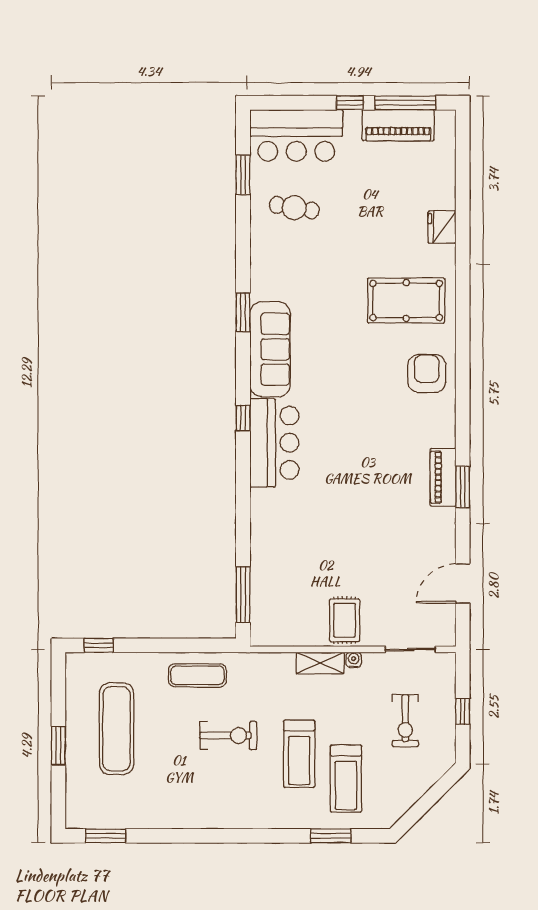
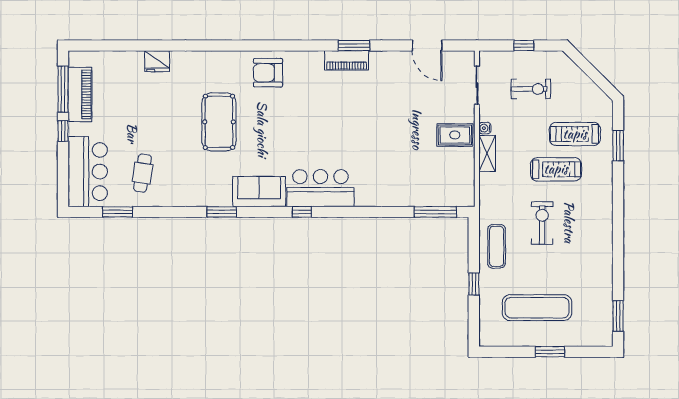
pool table: (406, 300) -> (219, 122), moved
sofa: (270, 349) -> (259, 191), width x0.73
window: (99, 645) -> (474, 284), moved
treadmill: (346, 779) -> (575, 134), turned 180

